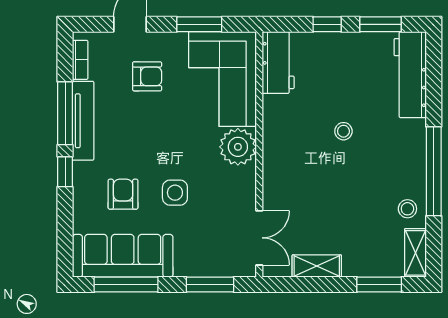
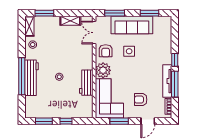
workbench: (278, 63) -> (86, 83), moved
workbench: (410, 75) -> (32, 78), moved
window: (434, 171) -> (22, 76), moved
armchair: (123, 194) -> (106, 51), moved
sofa: (123, 256) -> (132, 25), moved
window: (126, 285) -> (149, 13), width x0.69

